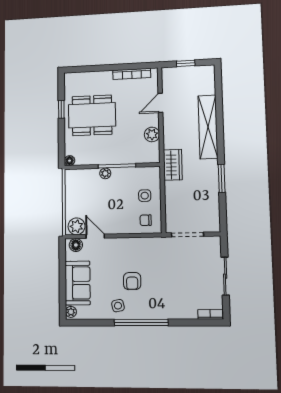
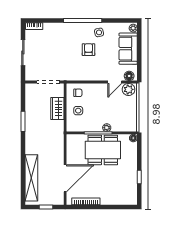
door: (160, 103) -> (65, 178), width x1.88
dining table: (92, 115) -> (103, 150), moved
shelving: (208, 127) -> (31, 178), moved
plant: (152, 134) -> (72, 155), removed
wardrobe: (173, 165) -> (57, 108), moved
door: (95, 236) -> (115, 82), hinge flipped

